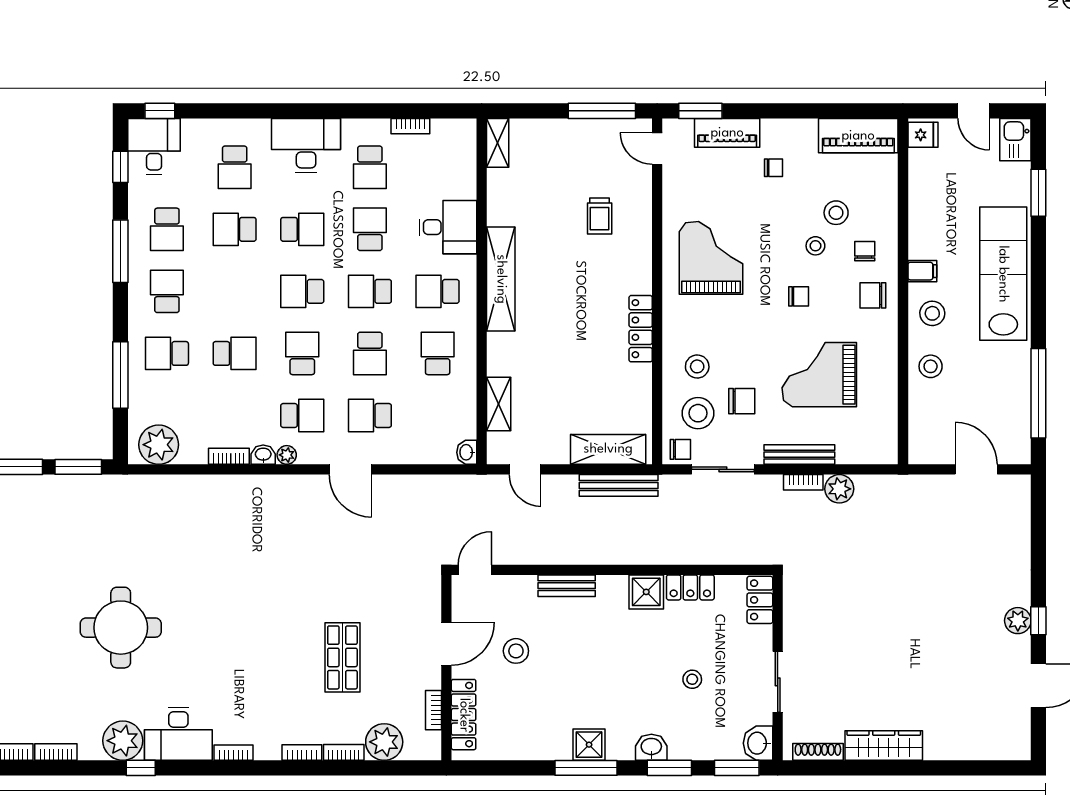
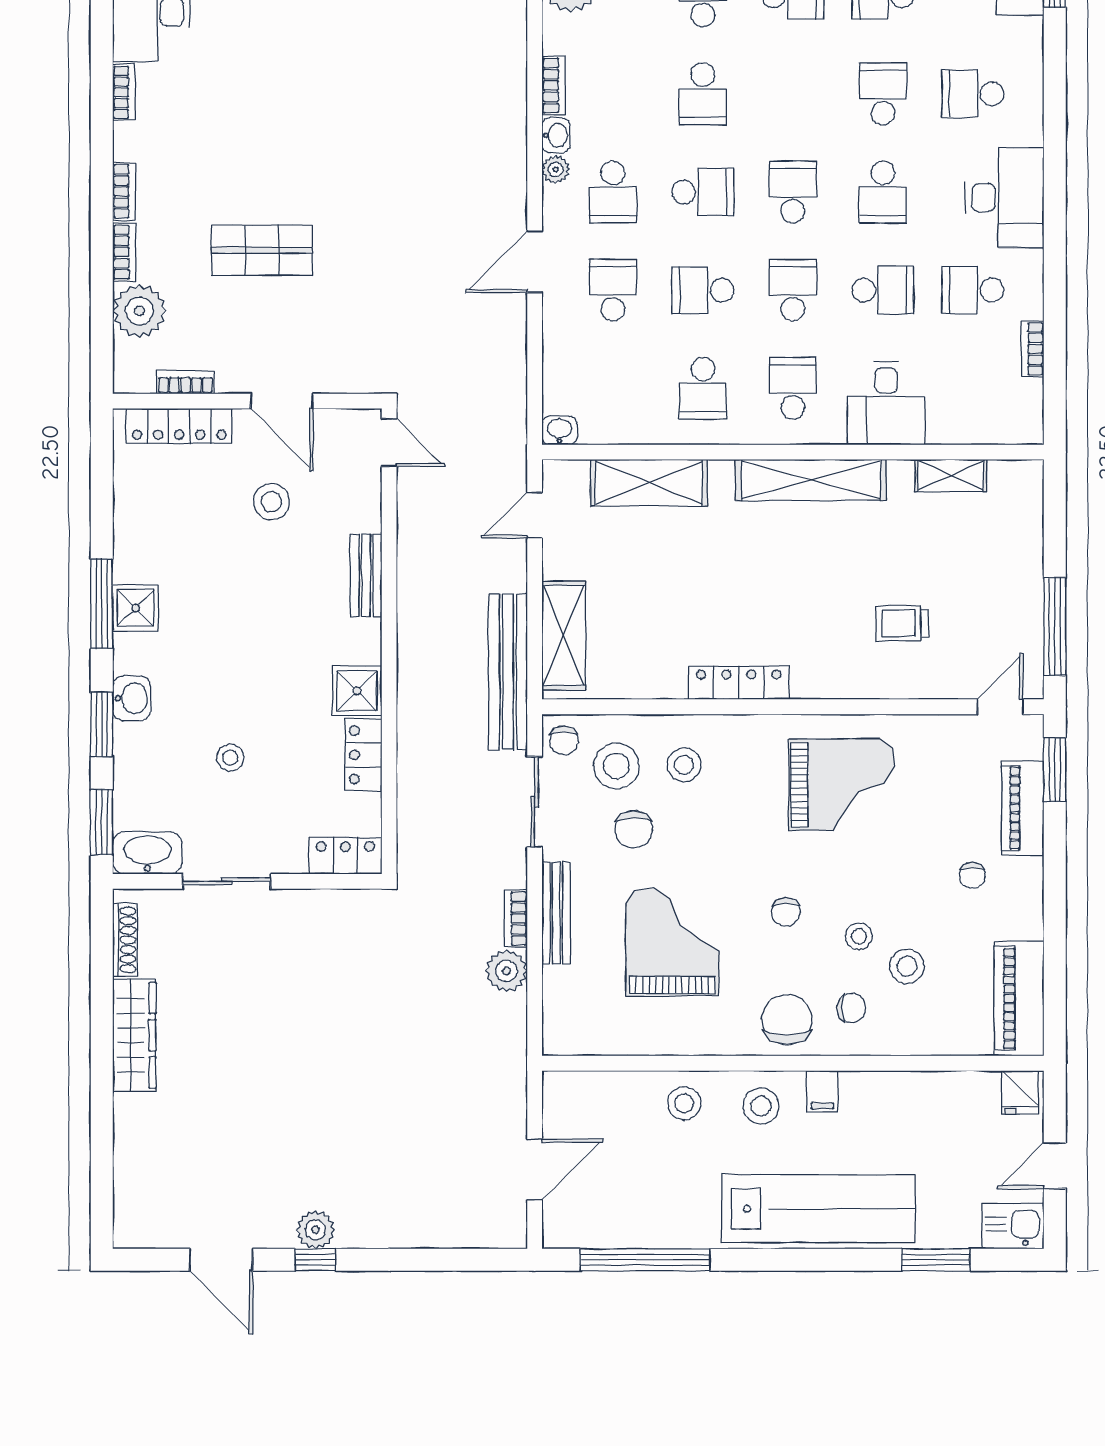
shelving: (498, 143) -> (951, 475), moved
chair: (873, 295) -> (787, 1020), width x1.37, depth x1.37
school desk: (438, 353) -> (703, 388), turned 90
shelving: (499, 404) -> (649, 483), width x1.50, depth x1.33
bench: (619, 485) -> (508, 672), width x1.37, depth x1.21
washbasin: (758, 743) -> (147, 853), width x1.38

